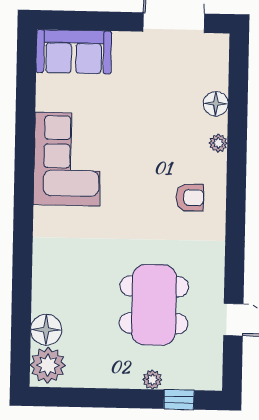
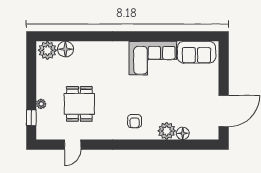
sofa: (74, 52) -> (197, 52), moved, turned -90
plant: (218, 143) -> (167, 131), width x1.88, depth x1.88
dining table: (154, 305) -> (79, 104), width x0.73

